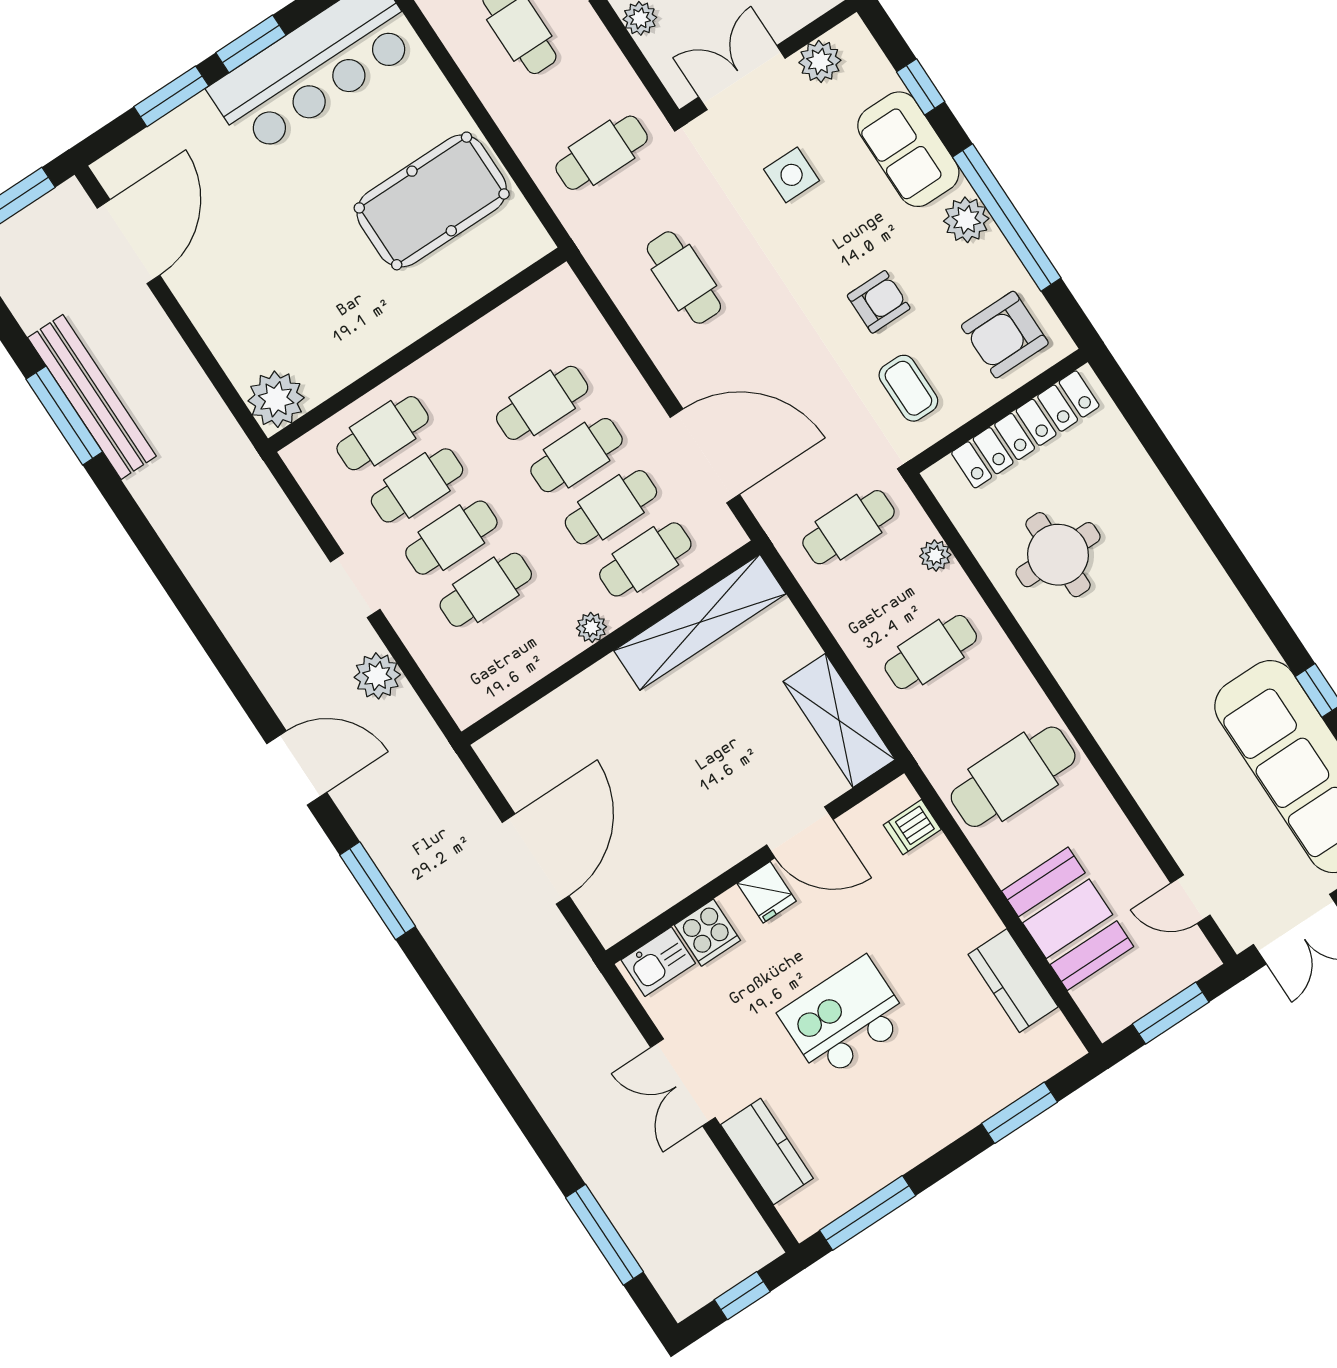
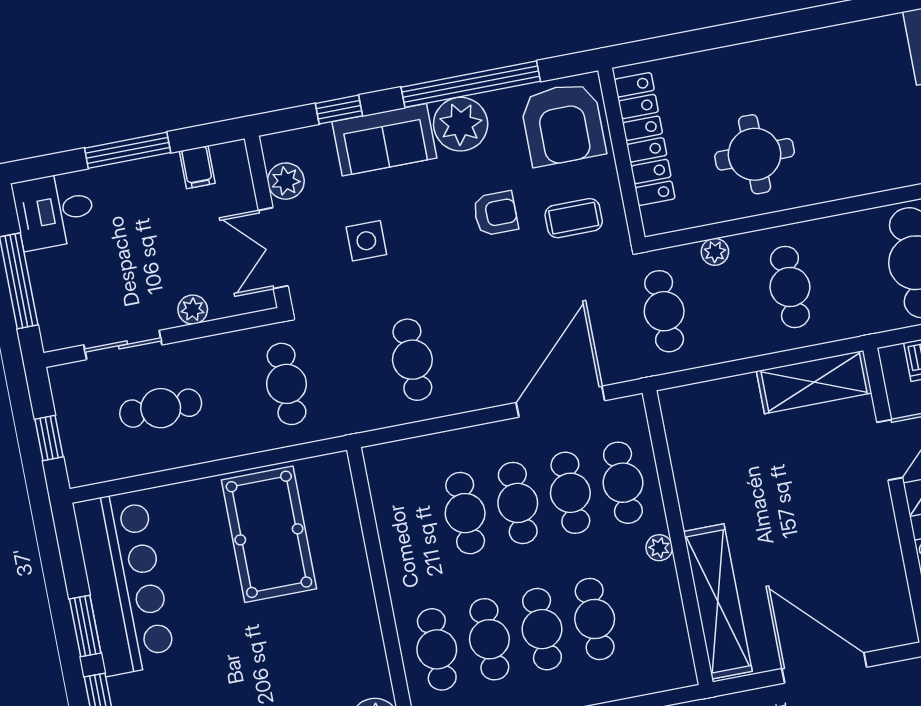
plant: (966, 220) -> (461, 124), width x1.36, depth x1.36
cafe table: (684, 278) -> (412, 360), turned 90
armchair: (879, 302) -> (495, 213), turned 90
armchair: (1005, 335) -> (563, 124), width x1.36, depth x1.36
shelving: (700, 622) -> (718, 601), moved

